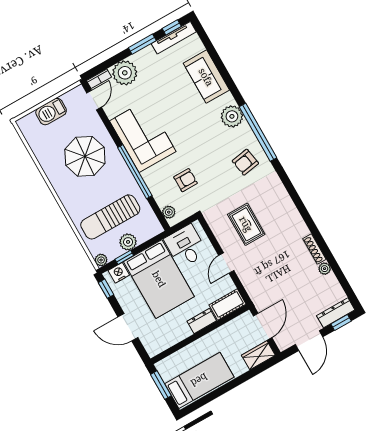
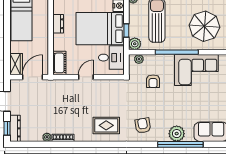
window: (258, 132) -> (180, 144), moved
rug: (246, 224) -> (106, 125), moved
plant: (128, 242) -> (135, 44), moved
window: (124, 257) -> (126, 30), moved
door: (226, 263) -> (86, 77), hinge flipped
dresser: (202, 321) -> (58, 24), moved
door: (263, 327) -> (33, 77), swing flipped

